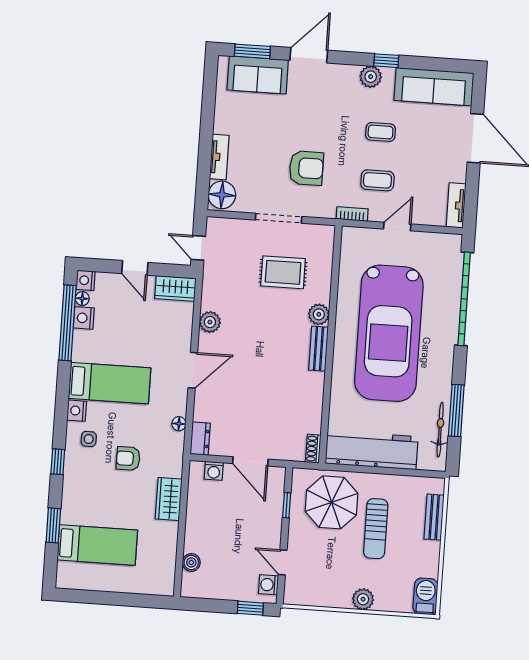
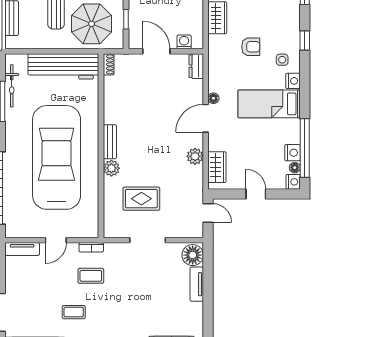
armchair: (306, 168) -> (129, 280), removed
coffee table: (377, 180) -> (91, 276), moved
tv unit: (456, 205) -> (22, 249), moved, turned 90
wardrobe: (175, 288) -> (217, 167), moved, turned 90
floor lamp: (179, 424) -> (213, 98), moved

